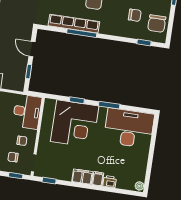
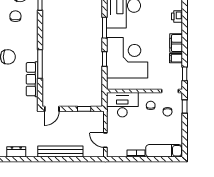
row of seats: (74, 24) -> (32, 79), width x0.73
door: (32, 49) -> (52, 109), moved
filing cabinet: (98, 179) -> (176, 58), moved

